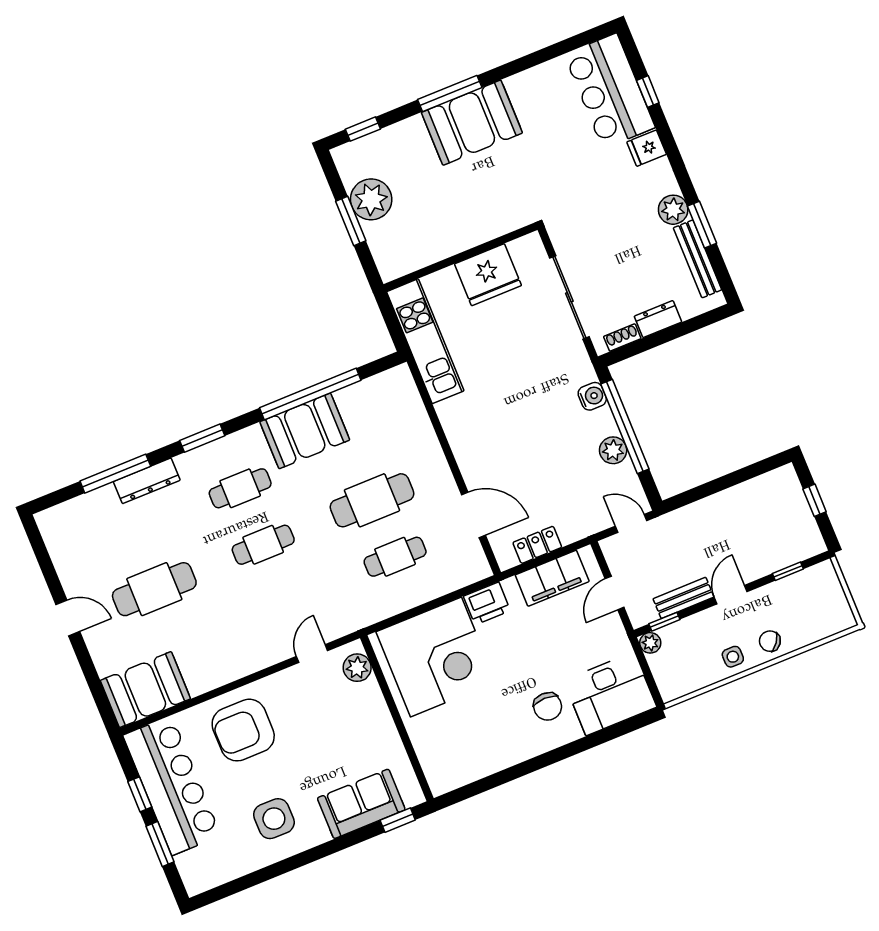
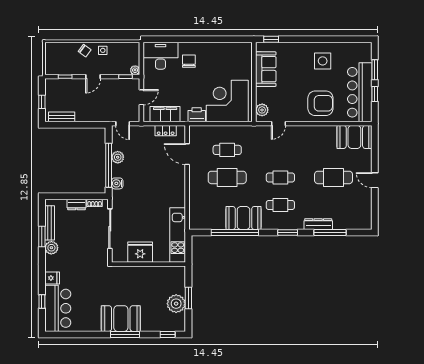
bench: (683, 598) -> (62, 117), moved
sofa: (361, 804) -> (266, 69), moved, turned -90

